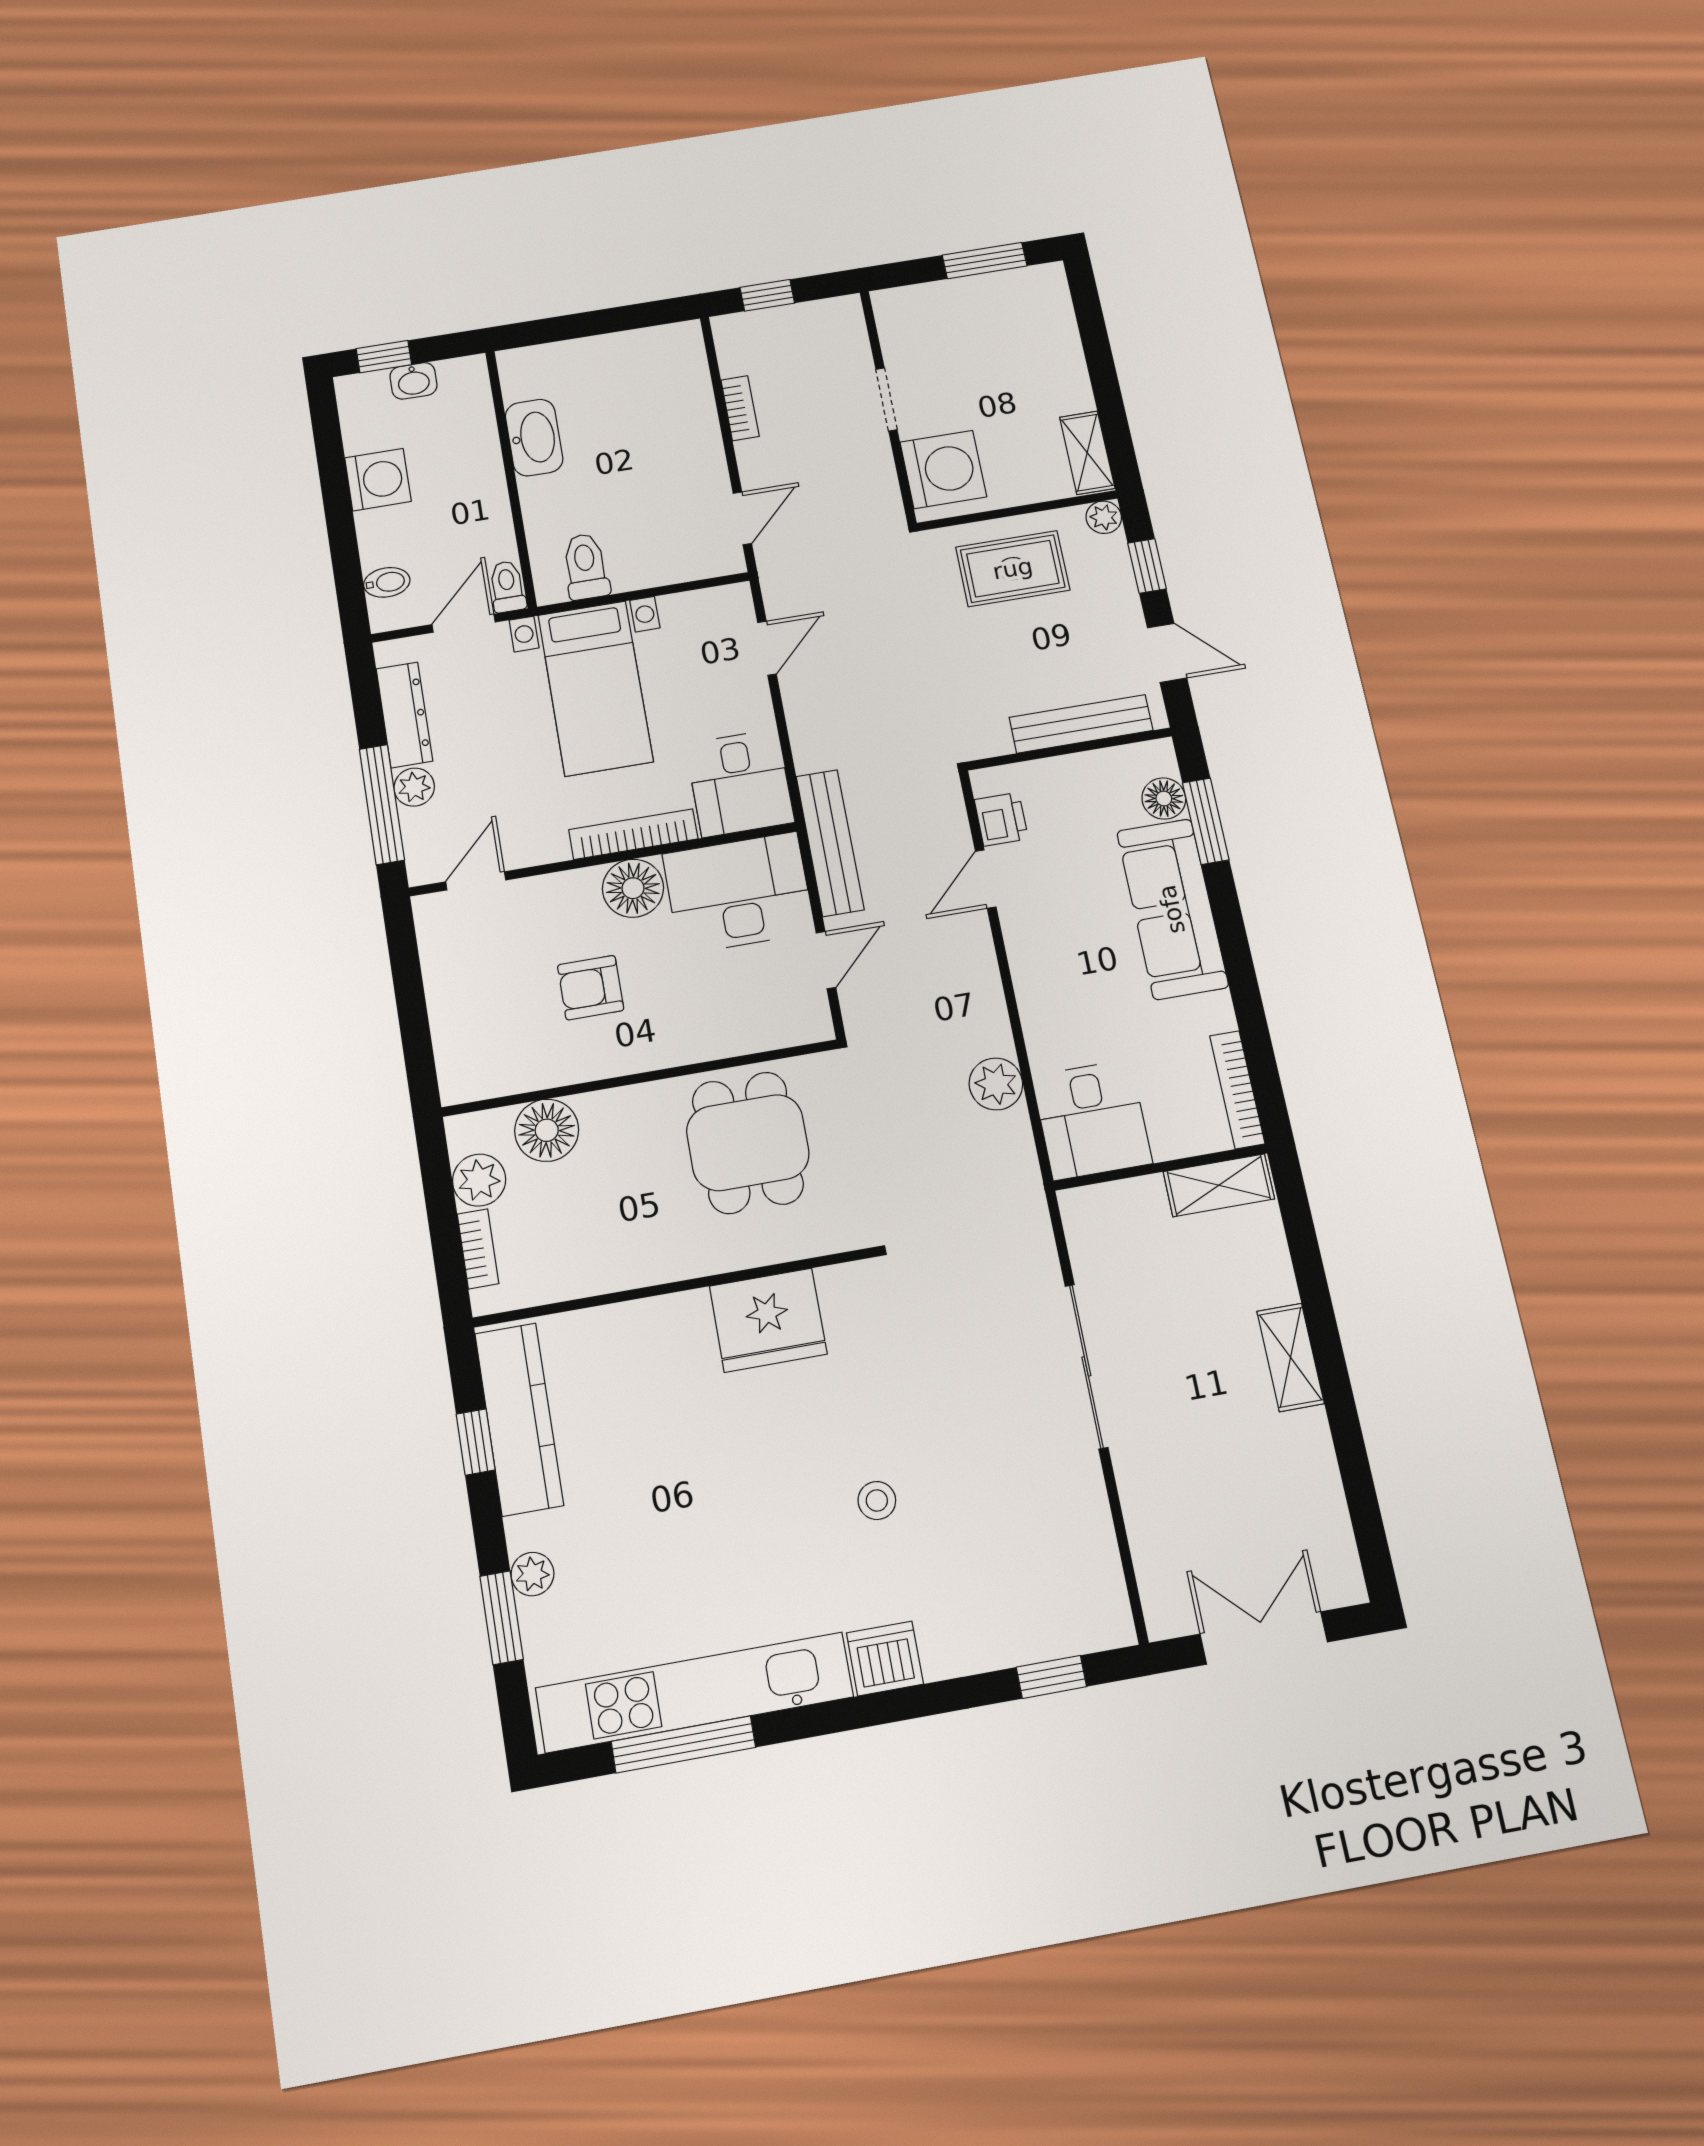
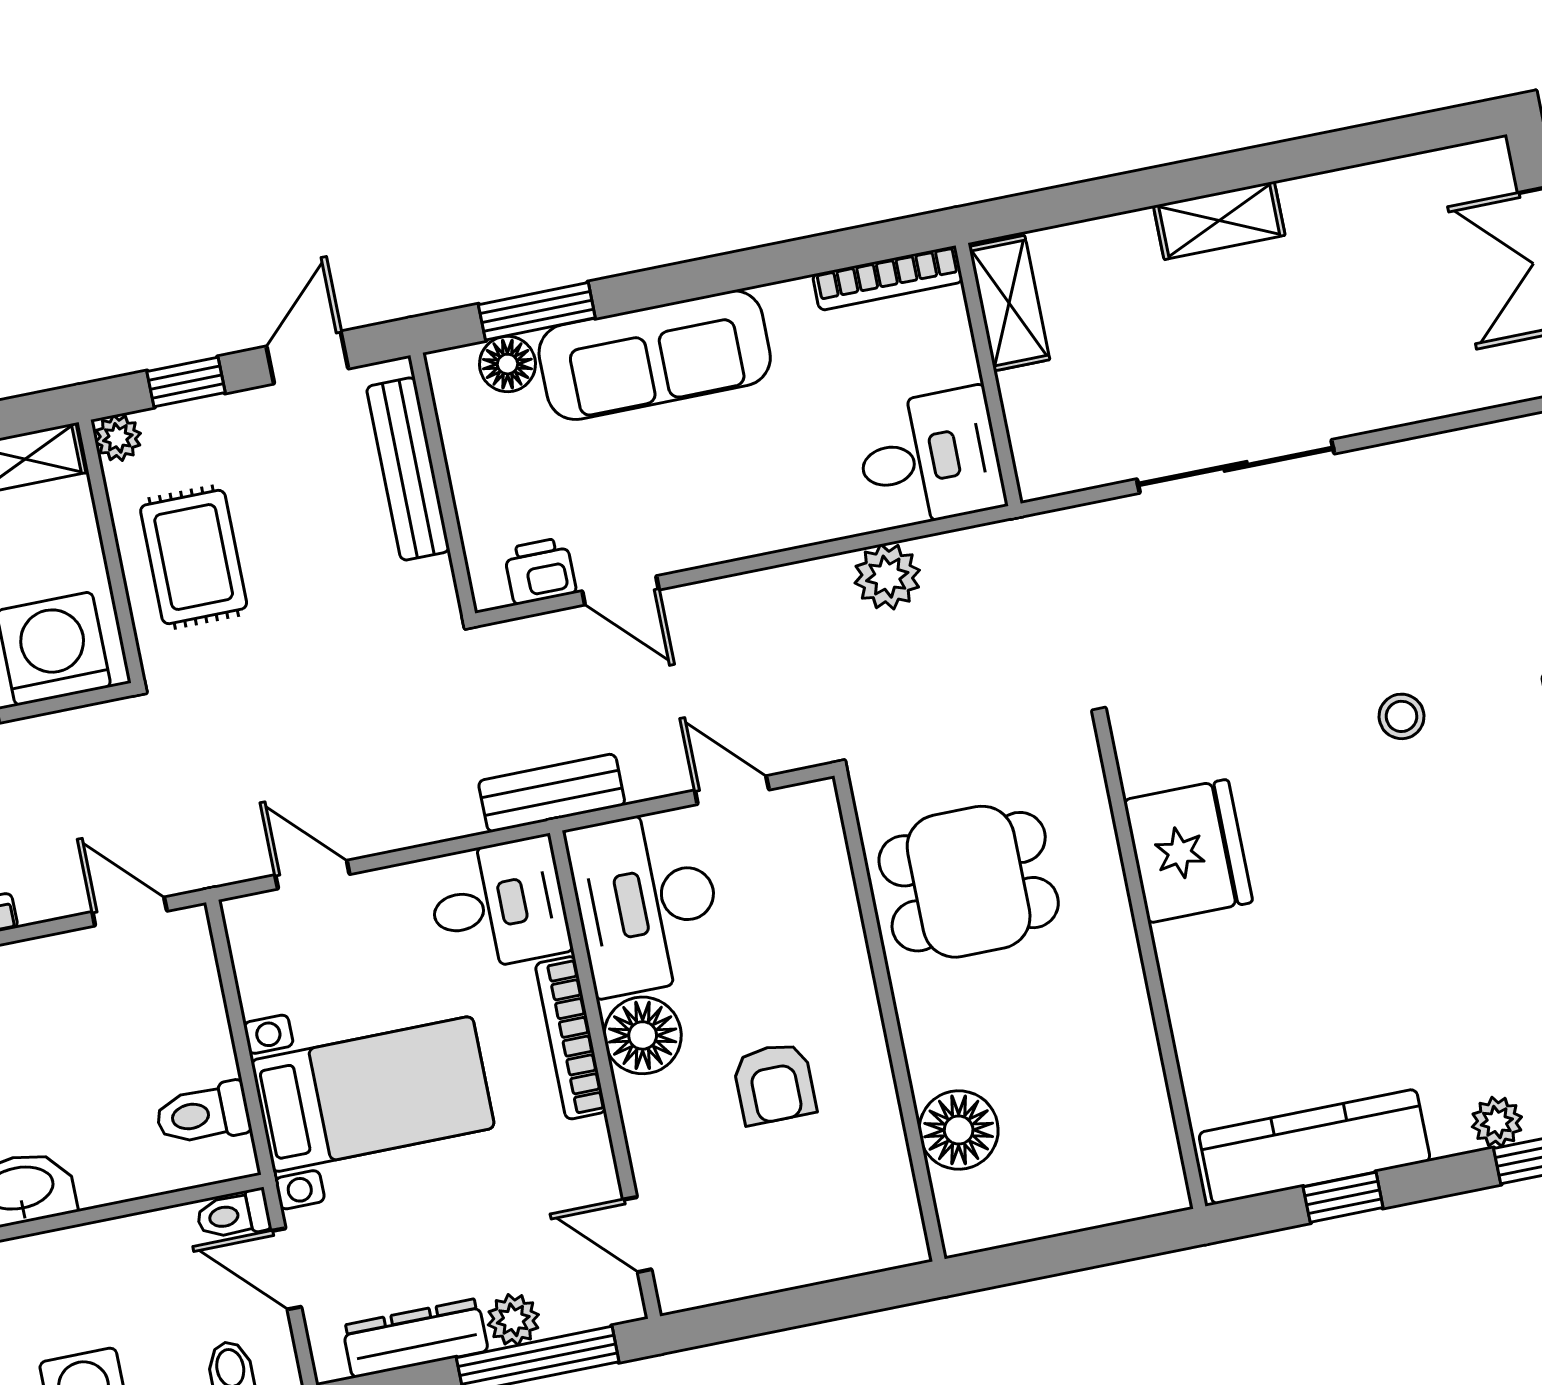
bench: (830, 843) -> (552, 793), width x0.73
plant: (479, 1180) -> (1023, 1210), removed
bookcase: (478, 1249) -> (1109, 1207), removed

